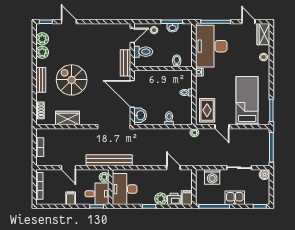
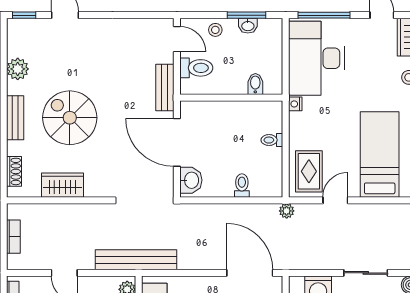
door: (132, 35) -> (177, 39), hinge flipped
plant: (42, 39) -> (18, 45), removed
door: (222, 127) -> (335, 200), swing flipped
door: (173, 168) -> (250, 273), width x1.88

